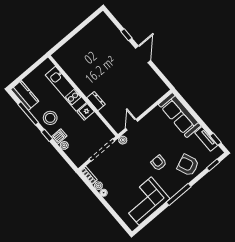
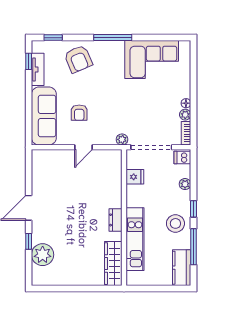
plant: (112, 34) -> (43, 255), added
wardrobe: (66, 64) -> (113, 264), added
dresser: (96, 101) -> (115, 220), moved
fridge: (86, 112) -> (135, 177), moved
door: (132, 125) -> (84, 147), moved
dishwasher: (59, 136) -> (182, 157), moved
armchair: (159, 163) -> (79, 113), moved

